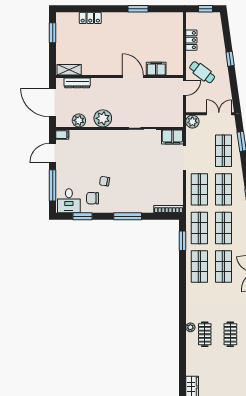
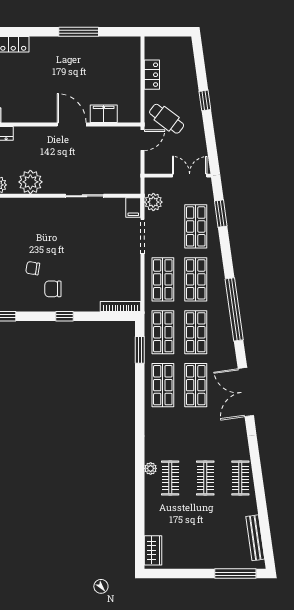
window: (138, 9) -> (79, 32), width x1.44
window: (206, 9) -> (171, 32), removed
plant: (192, 122) -> (153, 202), moved
filing cabinet: (172, 137) -> (133, 207), width x0.50
chair: (93, 198) -> (53, 289), moved
window: (128, 216) -> (64, 316), width x0.46

